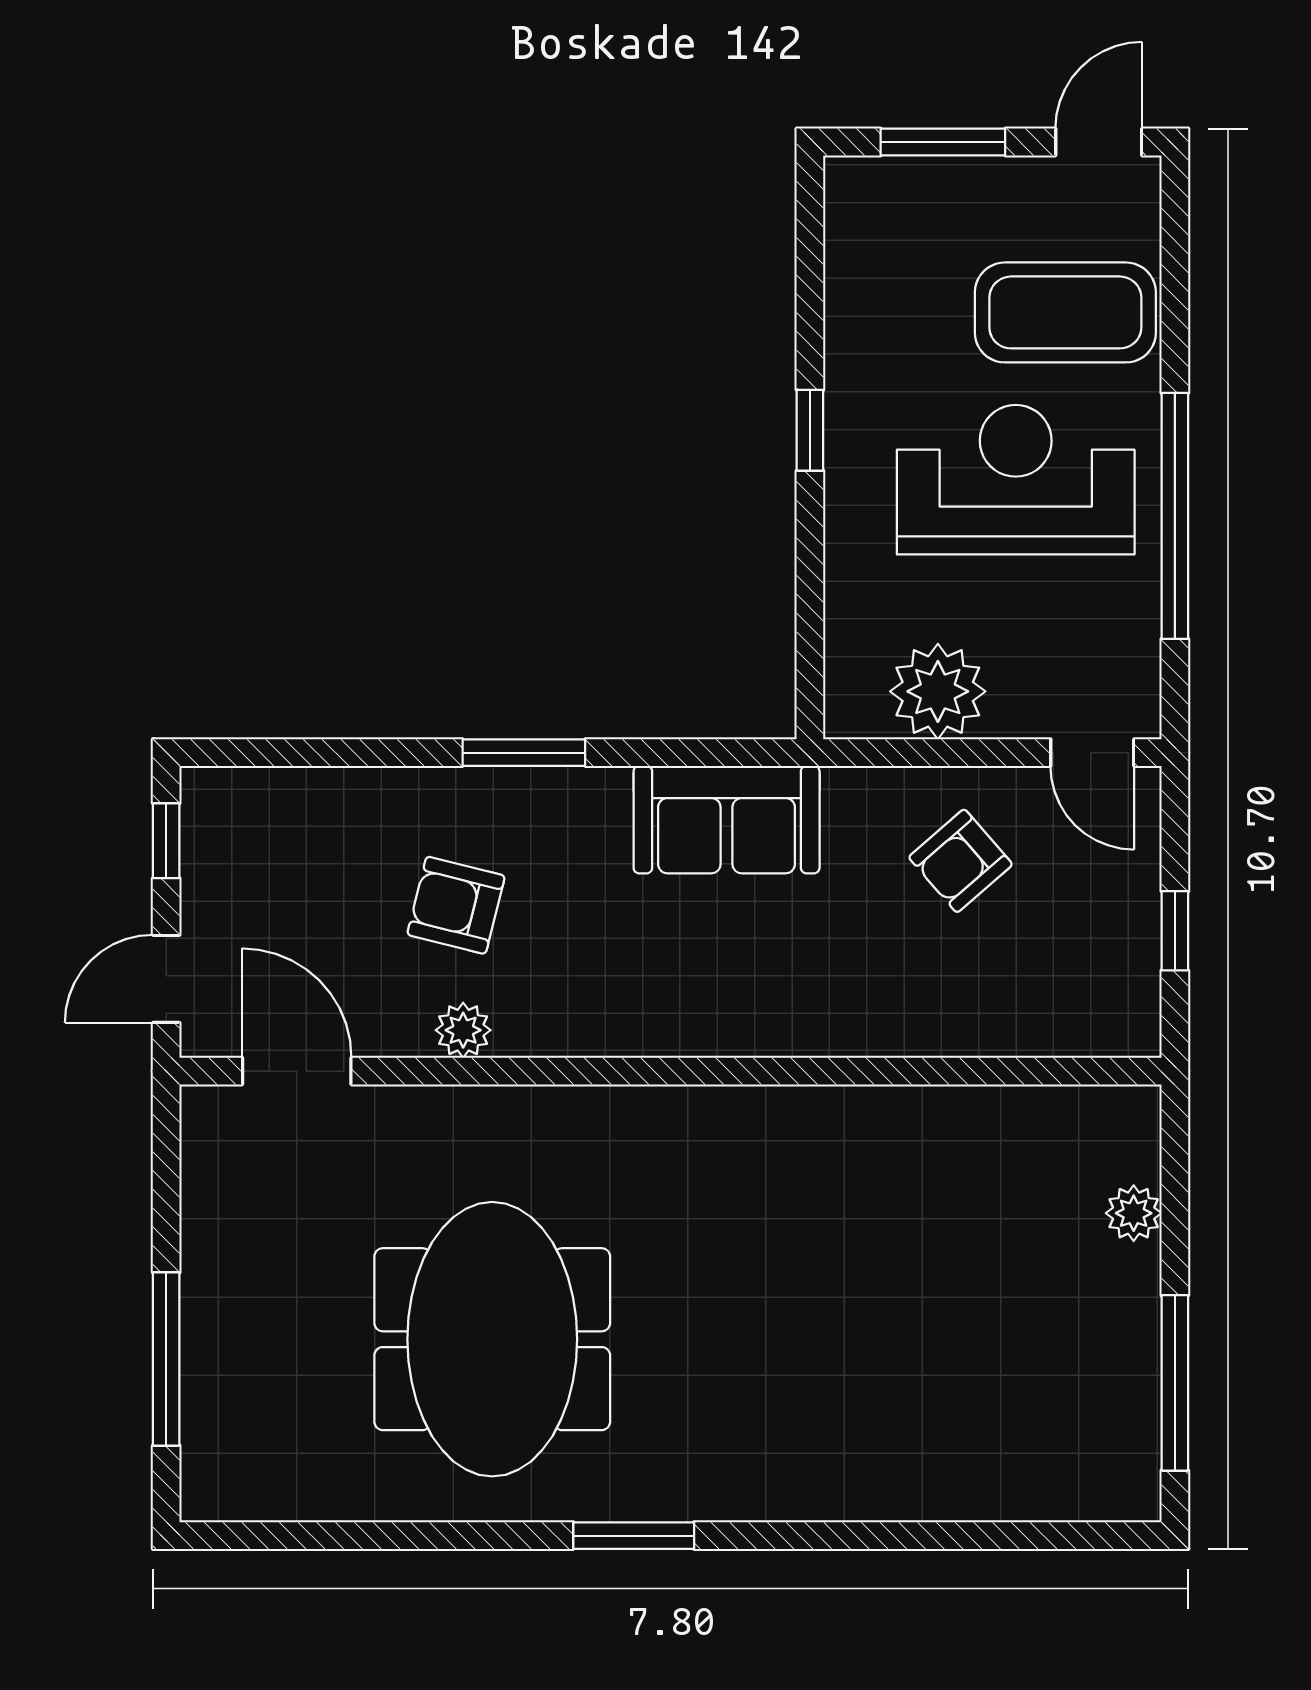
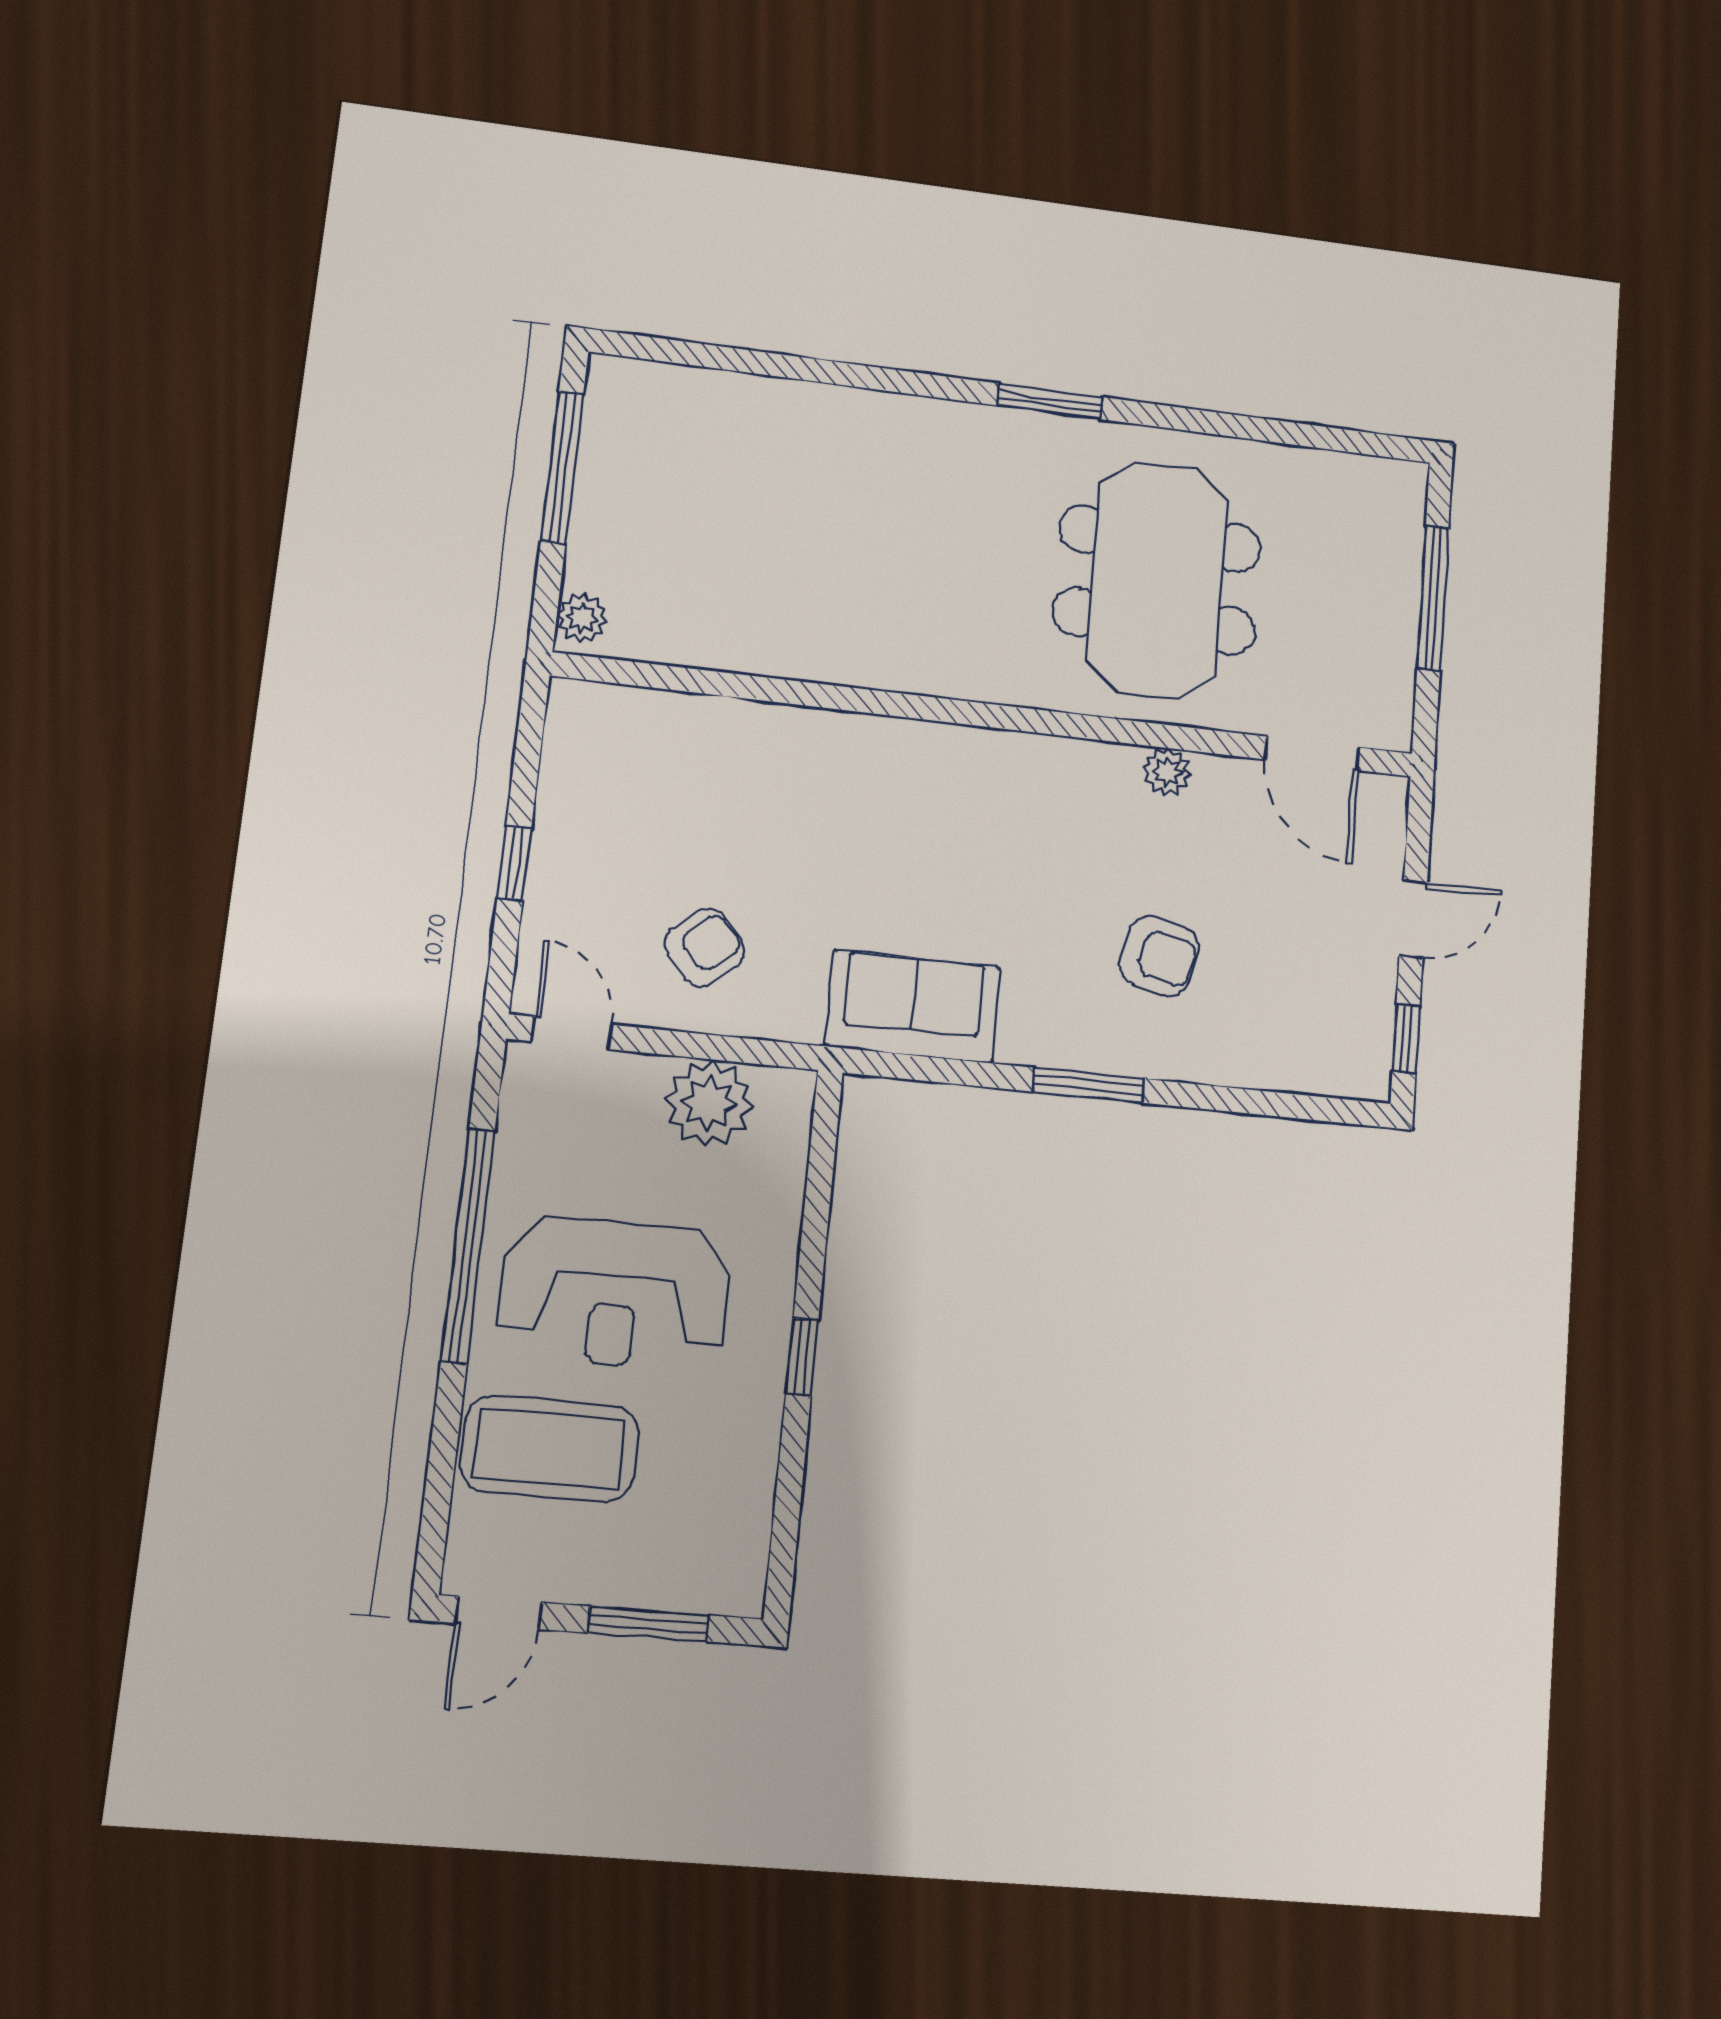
plant: (463, 1030) -> (1167, 772), moved
door: (297, 1071) -> (1312, 753), moved
wall: (671, 1071) -> (990, 715), moved

